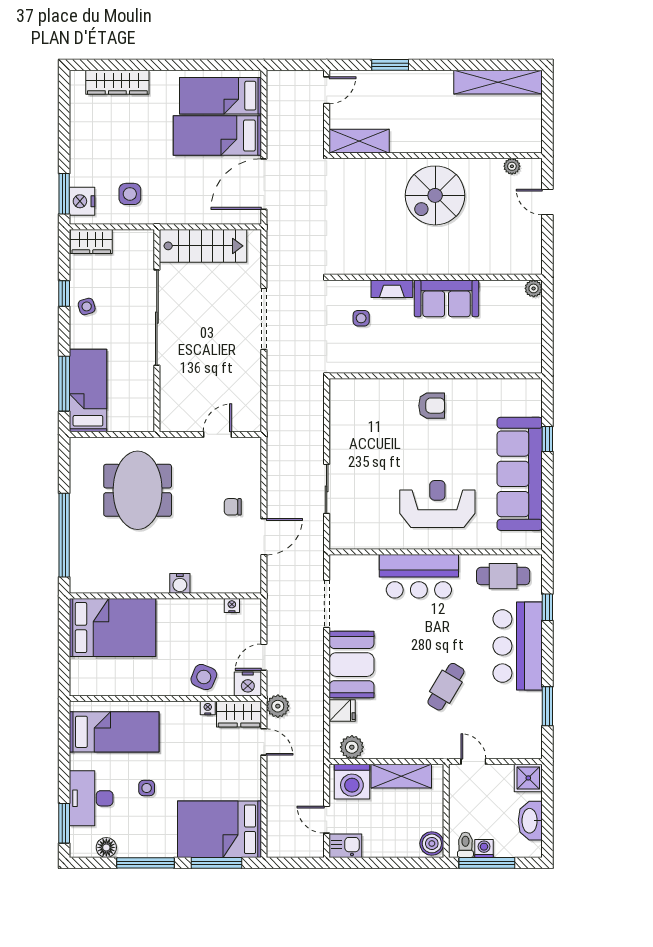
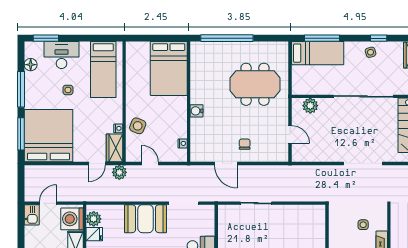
plant: (172, 402) -> (310, 106), added
nightstand: (248, 684) -> (133, 153), removed
fridge: (342, 710) -> (94, 234), moved, turned -90
bed: (219, 829) -> (48, 136), width x1.36

